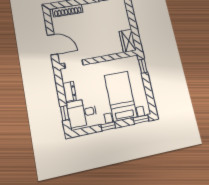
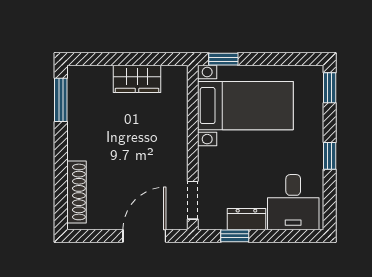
wardrobe: (128, 41) -> (137, 79), moved
bed with nightstands: (121, 96) -> (245, 106), moved, turned 180
window: (65, 113) -> (235, 236), moved

